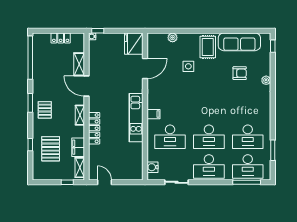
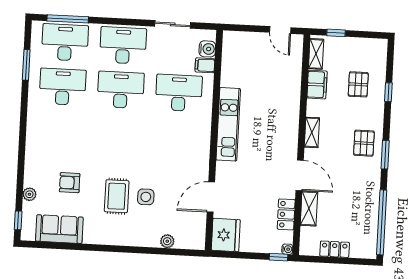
sofa: (239, 42) -> (59, 229), width x0.73
rug: (208, 47) -> (117, 196), moved
plant: (266, 80) -> (29, 194), moved
filing cabinet: (154, 114) -> (205, 65), moved
locker: (94, 128) -> (286, 214), moved, width x0.66
pallet: (51, 149) -> (358, 84), width x0.67, depth x0.71

